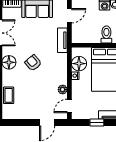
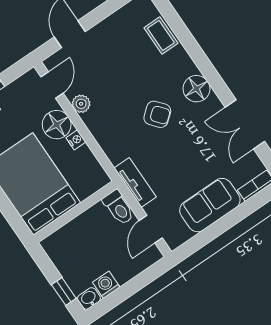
toilet: (106, 34) -> (118, 207), moved
floor lamp: (79, 64) -> (57, 125), moved

